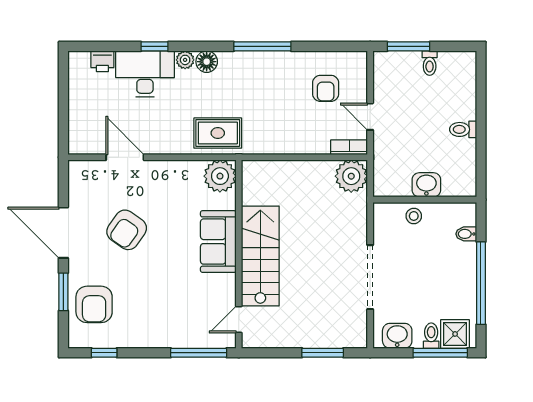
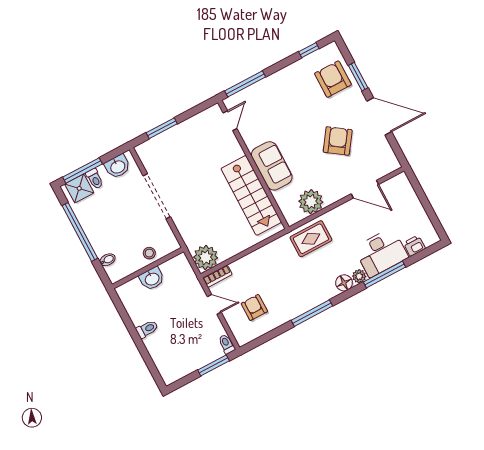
window: (155, 46) -> (385, 274), width x2.17
toilet: (430, 63) -> (227, 344), moved
plant: (220, 176) -> (311, 202), moved
stairs: (260, 256) -> (251, 195), moved

